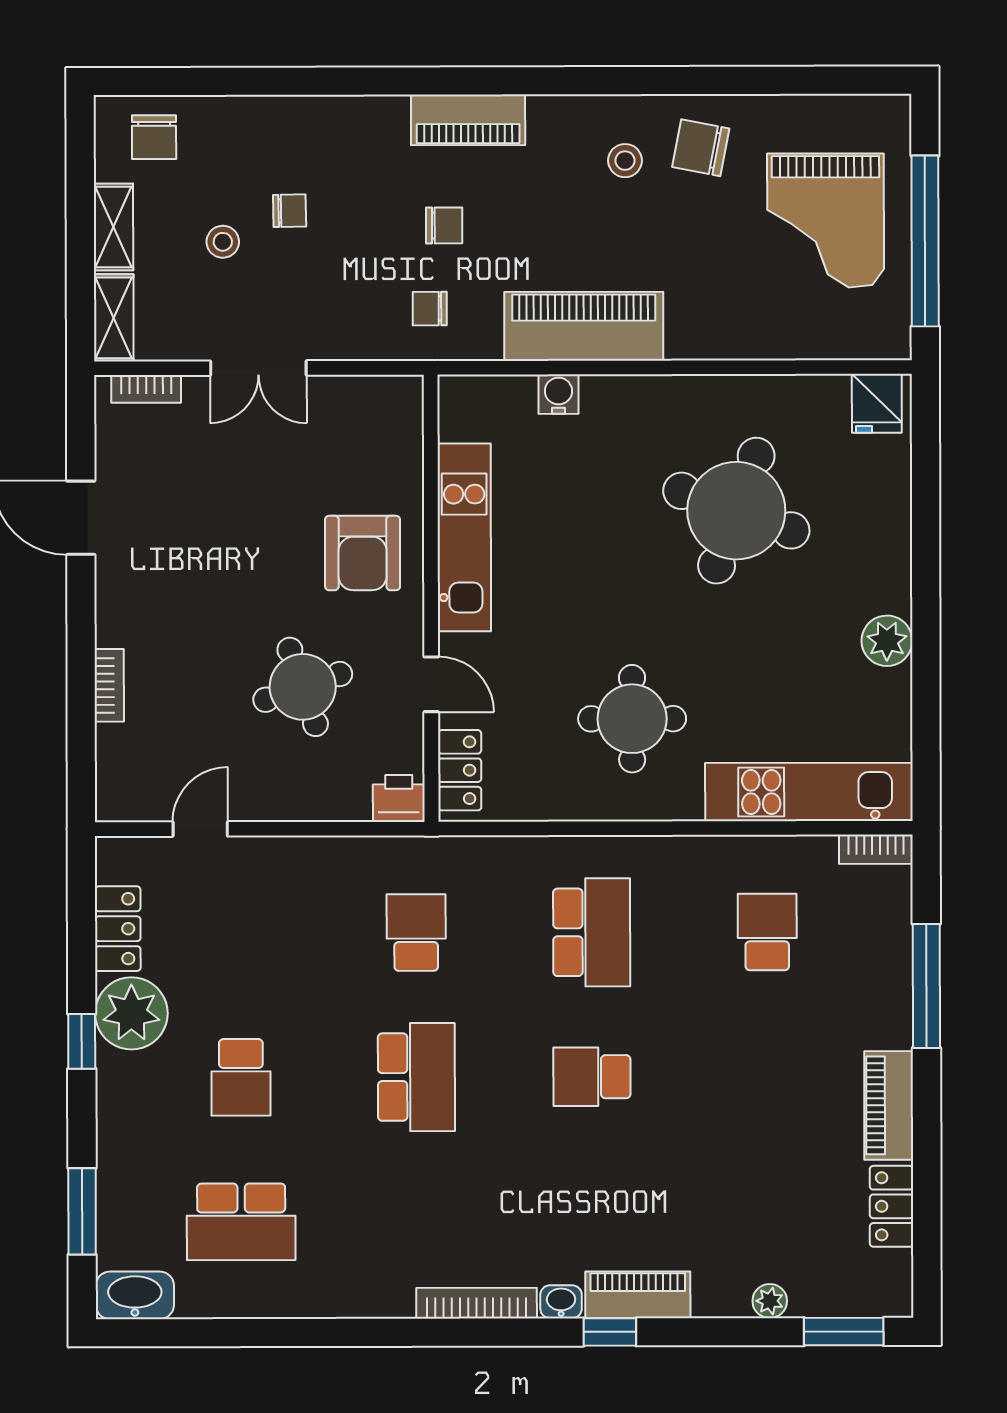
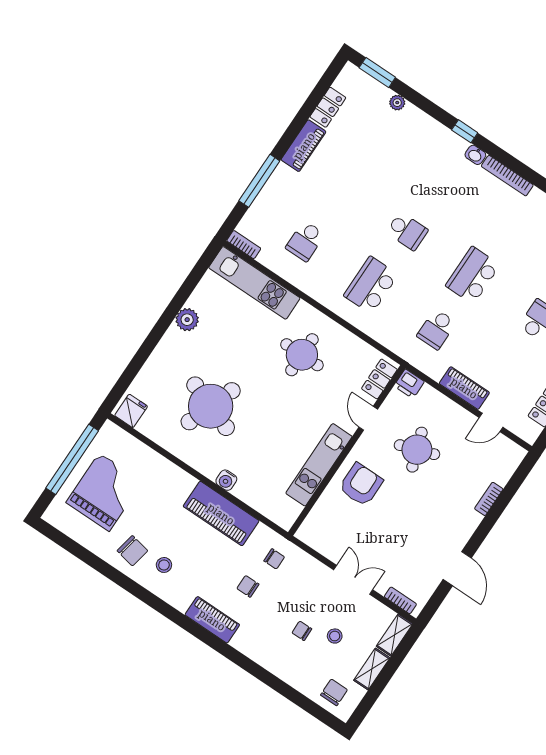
water cooler: (558, 394) -> (226, 480), moved
piano: (638, 1295) -> (464, 388), moved, turned 180

